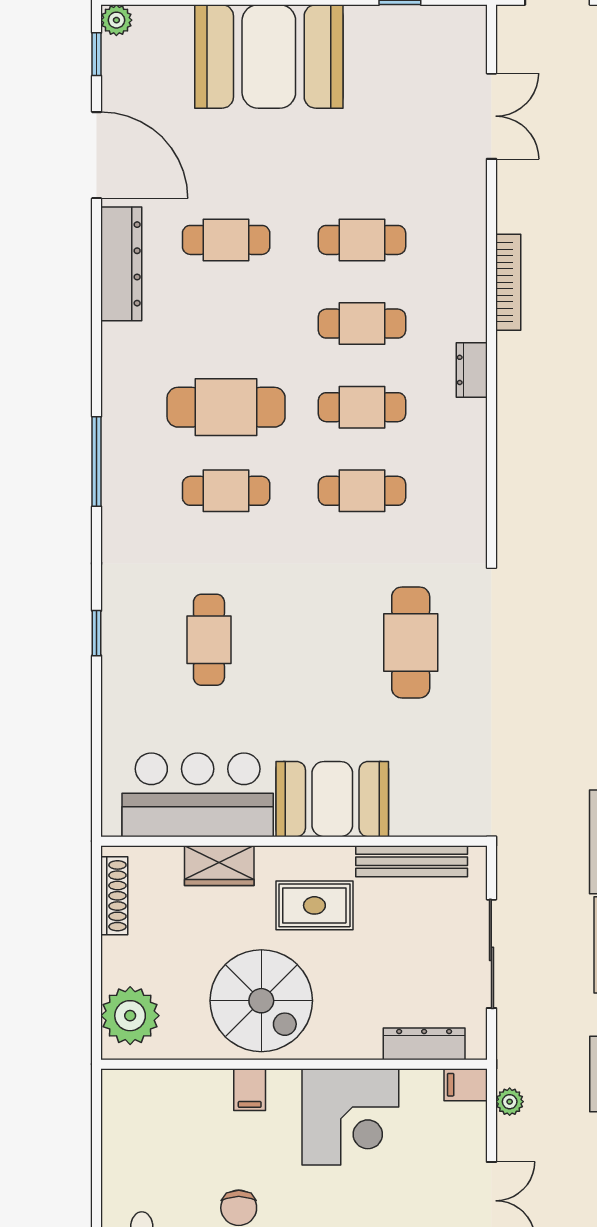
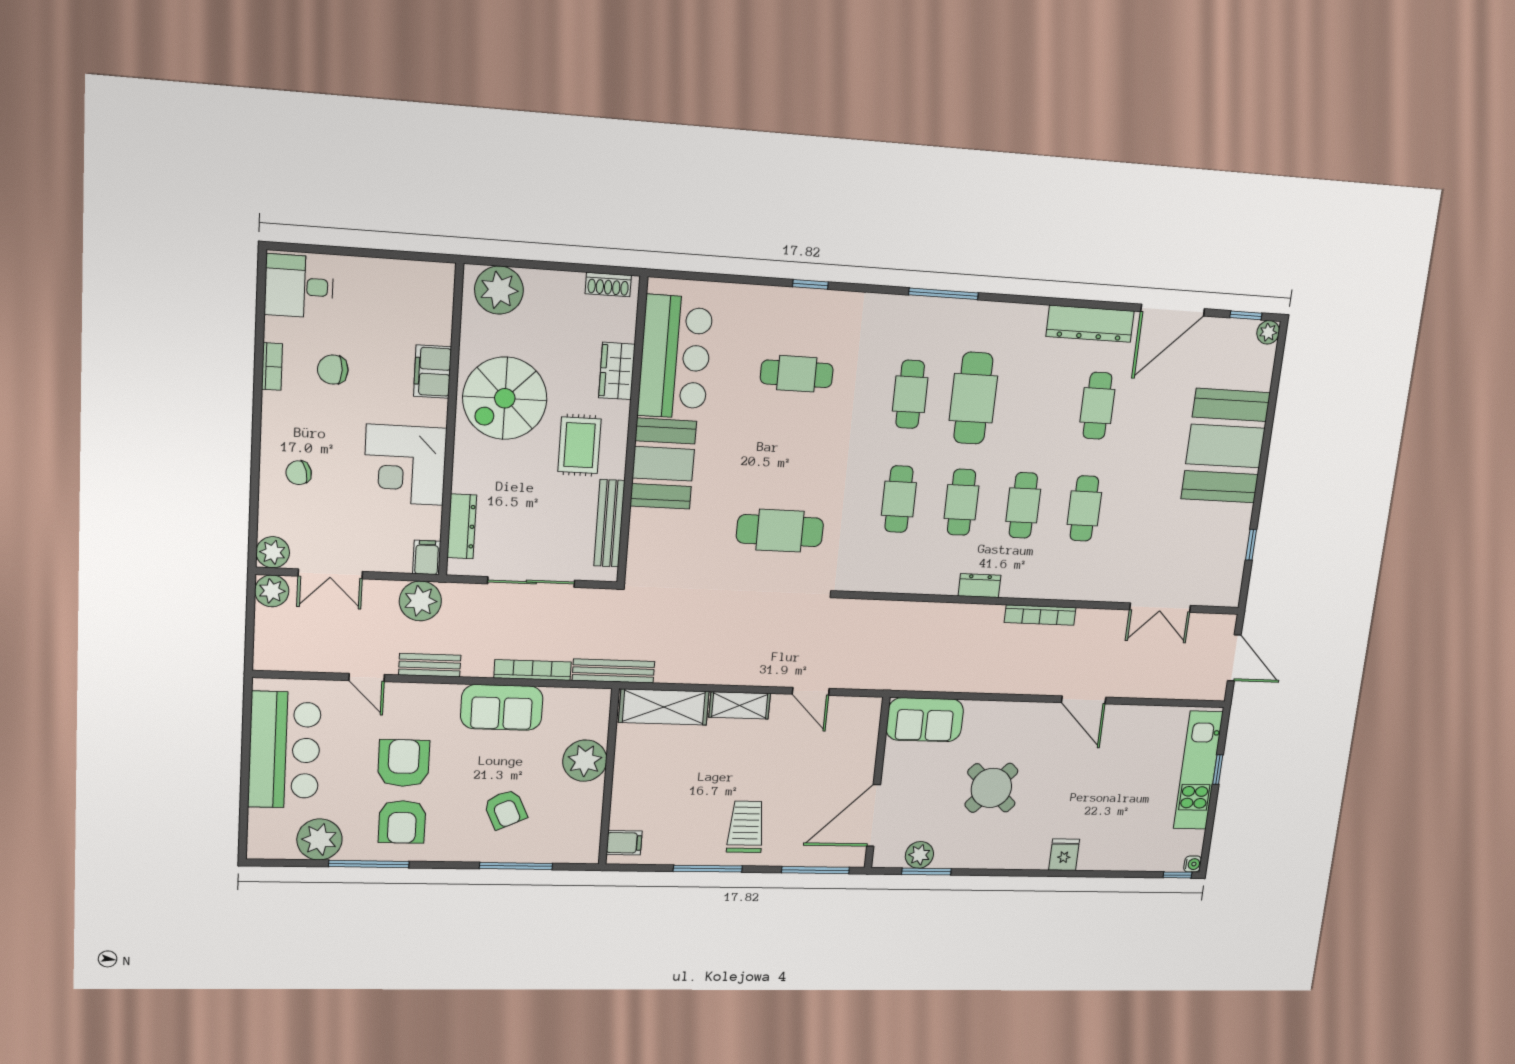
shoe rack: (114, 896) -> (608, 285), width x0.70
filing cabinet: (250, 1090) -> (432, 372), width x2.00
plant: (510, 1102) -> (420, 601), width x1.88, depth x1.88

